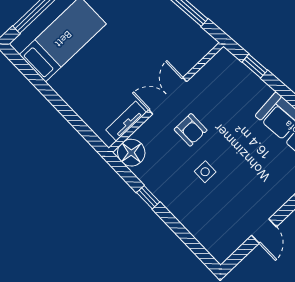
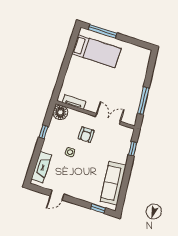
double door: (168, 96) -> (108, 119), moved
fireplace: (204, 232) -> (41, 167), added

